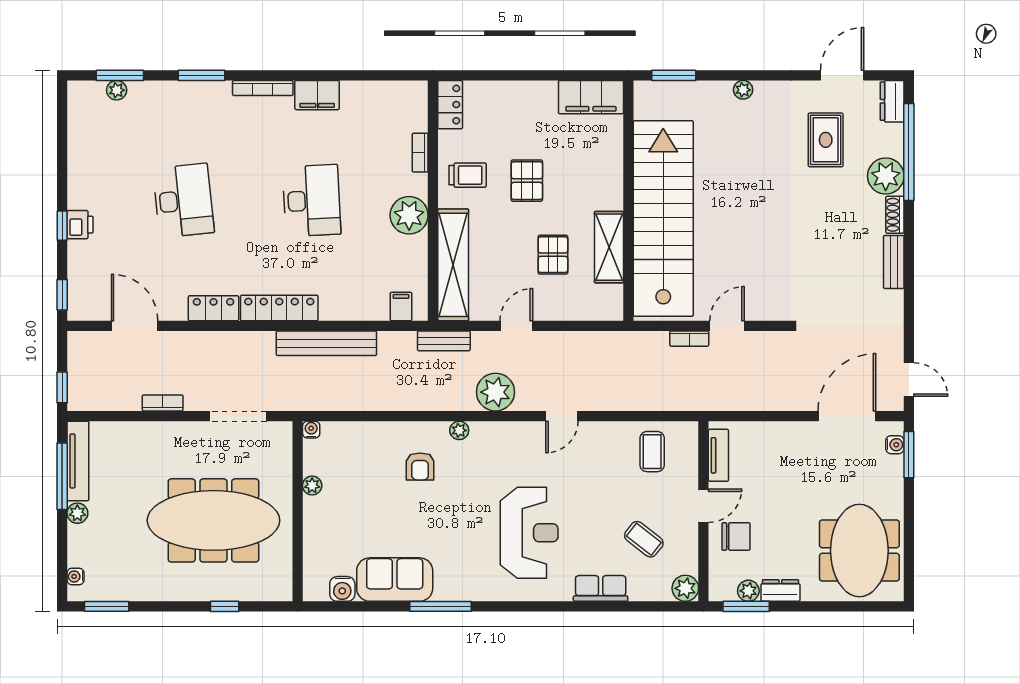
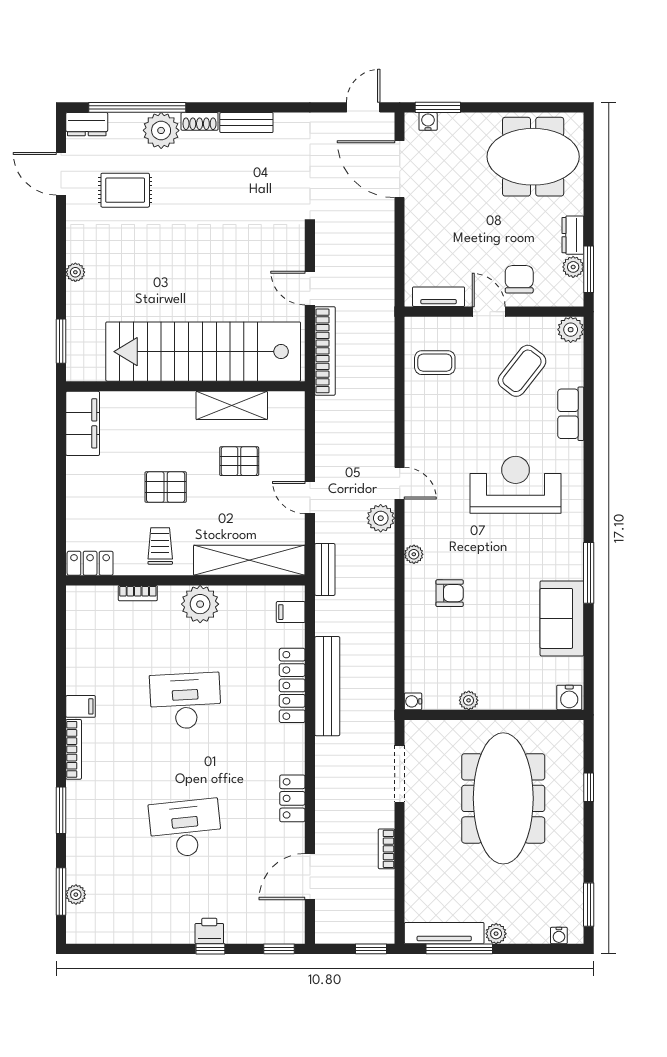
filing cabinet: (317, 95) -> (81, 706), width x0.50
locker: (279, 308) -> (292, 685), moved
bookcase: (689, 339) -> (325, 351), width x2.31, depth x1.31
plant: (495, 392) -> (381, 518), width x0.73, depth x0.73
door: (562, 416) -> (400, 483), moved
coffee table: (644, 539) -> (522, 371), width x1.36, depth x1.30
water cooler: (342, 589) -> (569, 697), moved, turned 90

